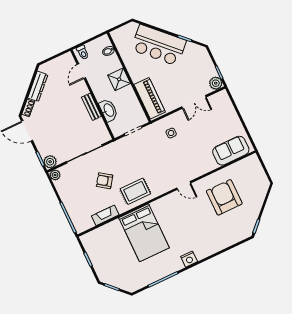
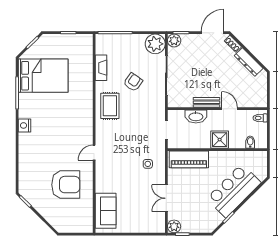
door: (81, 71) -> (230, 109), moved
plant: (55, 175) -> (155, 44), width x1.88, depth x1.88
bed: (144, 233) -> (43, 76), moved, turned 180

